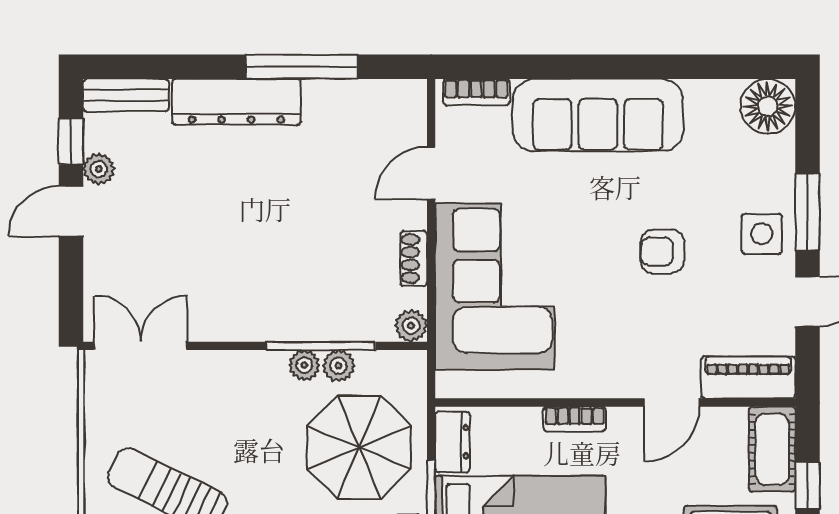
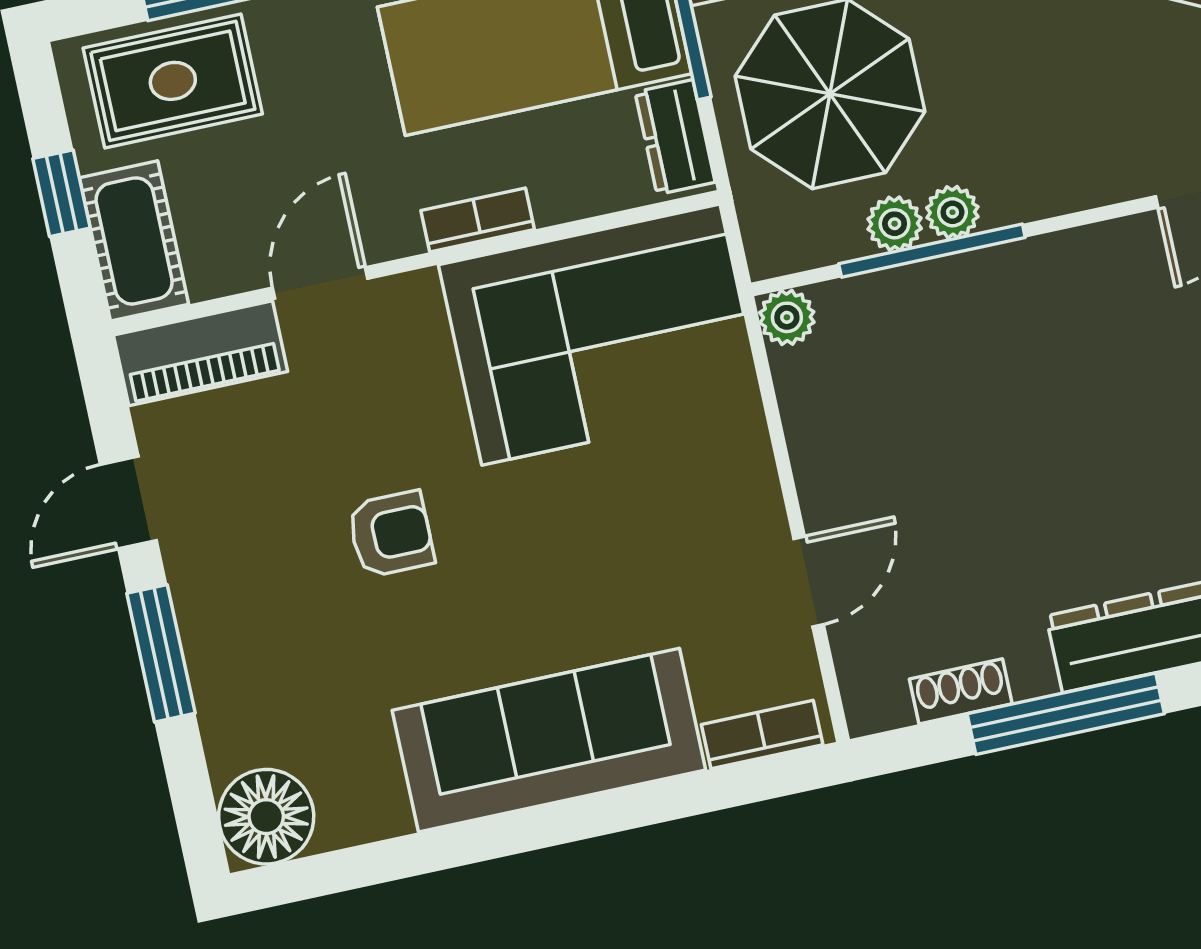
side table: (762, 234) -> (230, 600), removed
shoe rack: (414, 258) -> (961, 691), moved, turned -90
corner sofa: (495, 286) -> (601, 335), moved, turned -90

